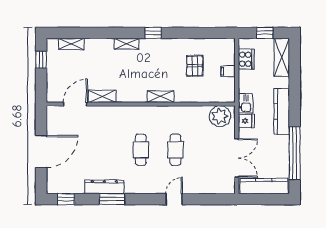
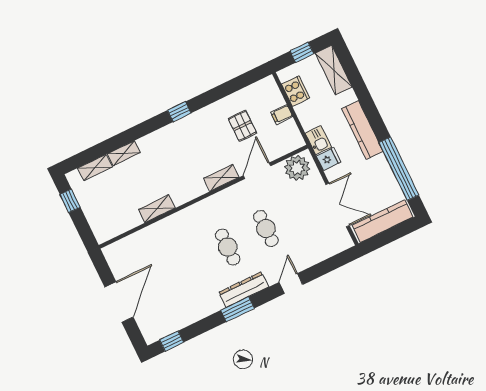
shelving: (127, 44) -> (124, 153), moved
door: (75, 104) -> (257, 171), moved
dresser: (104, 187) -> (244, 290), moved
window: (112, 199) -> (238, 309), moved

